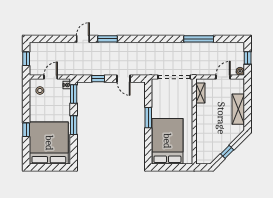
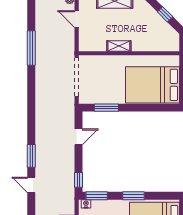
window: (98, 79) -> (79, 180), moved
shelving: (200, 93) -> (119, 46), moved
window: (148, 118) -> (106, 108), moved

